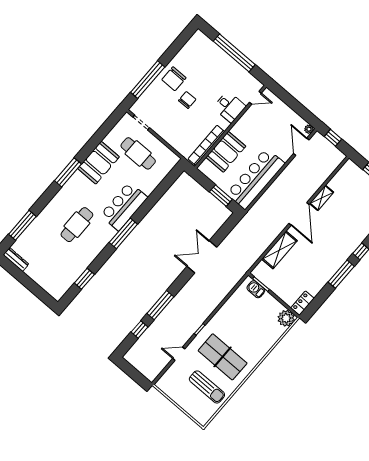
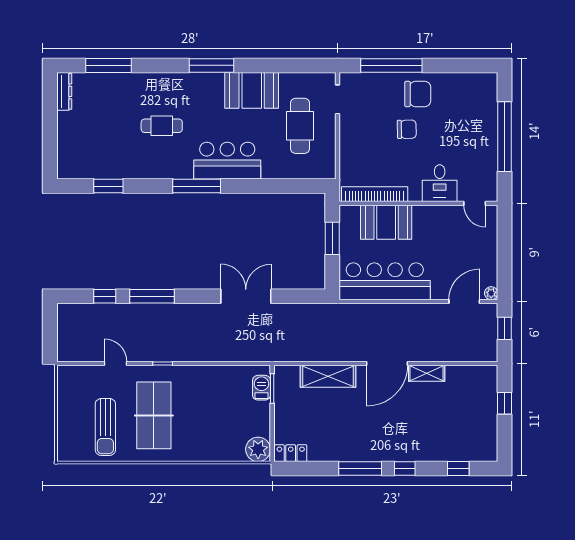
chair: (174, 79) -> (418, 94), turned 180
window: (221, 196) -> (332, 238), moved
cafe table: (77, 225) -> (162, 126), width x0.73, depth x0.74

